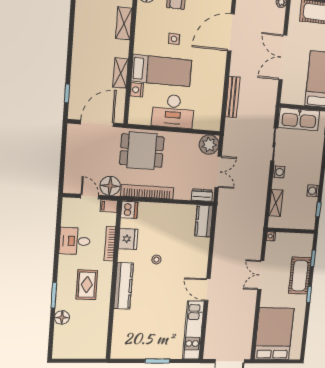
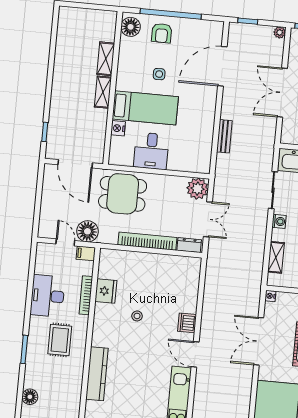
shelving: (121, 73) -> (103, 92), moved
bench: (233, 97) -> (224, 136), width x0.73
desk: (173, 111) -> (151, 151), width x0.73
door: (97, 123) -> (75, 164), swing flipped
bookcase: (147, 192) -> (147, 241), moved
dishwasher: (129, 210) -> (187, 323), moved, turned 180
kitchen counter: (204, 221) -> (191, 275), removed
desk: (75, 241) -> (48, 296), width x1.37
double door: (261, 275) -> (259, 341), width x1.37
kitchen counter: (123, 286) -> (97, 374), moved
floor lamp: (62, 318) -> (30, 397), moved

